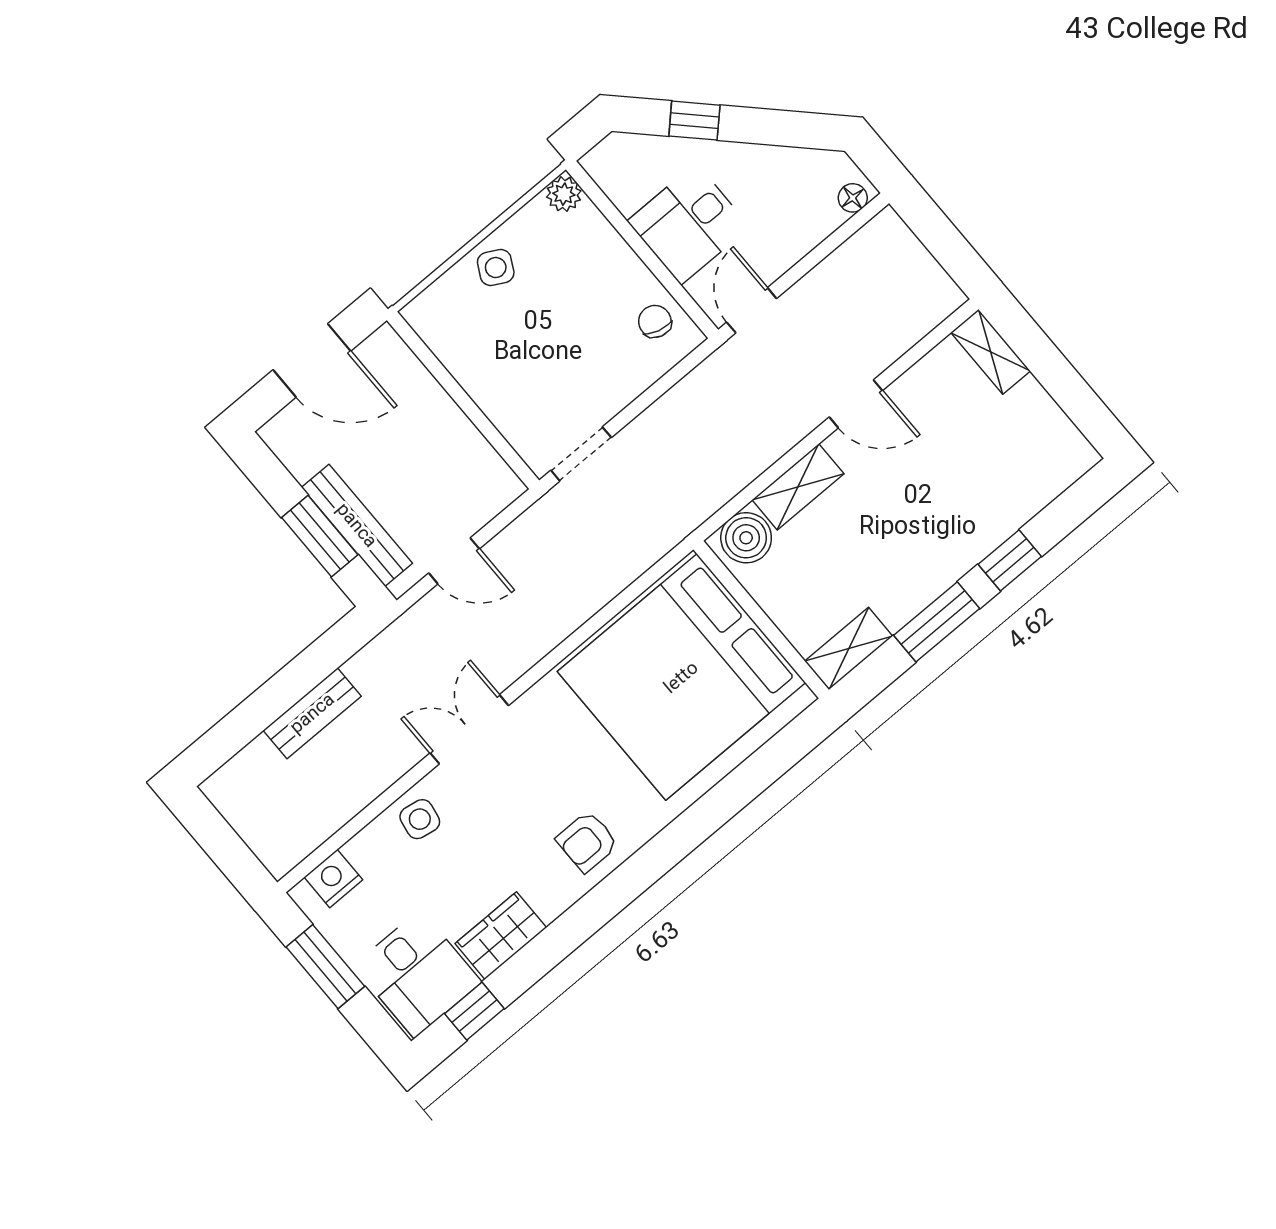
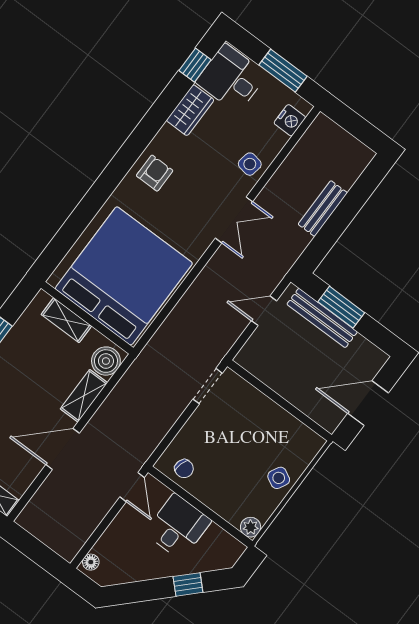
door: (856, 404) -> (63, 449), width x1.37
shelving: (849, 649) -> (66, 320), moved, turned 90

